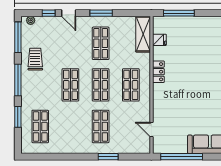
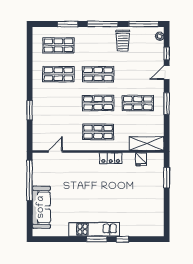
window: (179, 13) -> (167, 178), width x0.69
trolley: (35, 59) -> (123, 41), turned 90
shop shelf: (101, 126) -> (58, 74), moved

